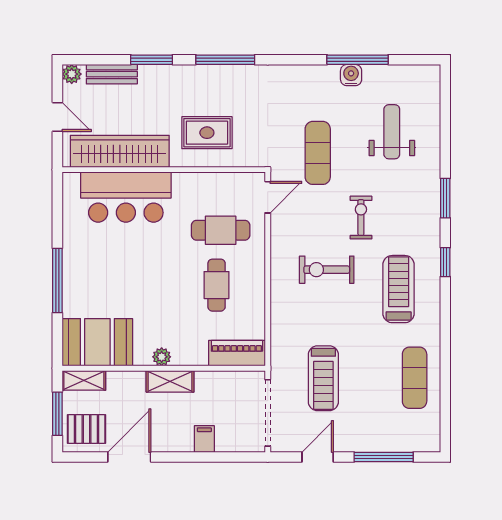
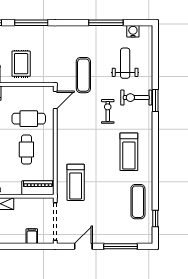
water cooler: (351, 75) -> (133, 31), moved
rug: (207, 133) -> (21, 64), turned 90
window: (445, 262) -> (155, 219), moved
exercise bike: (327, 270) -> (136, 98), moved
treadmill: (399, 289) -> (129, 152), turned 180
treadmill: (323, 378) -> (76, 182), moved
filing cabinet: (204, 439) -> (32, 236), moved

